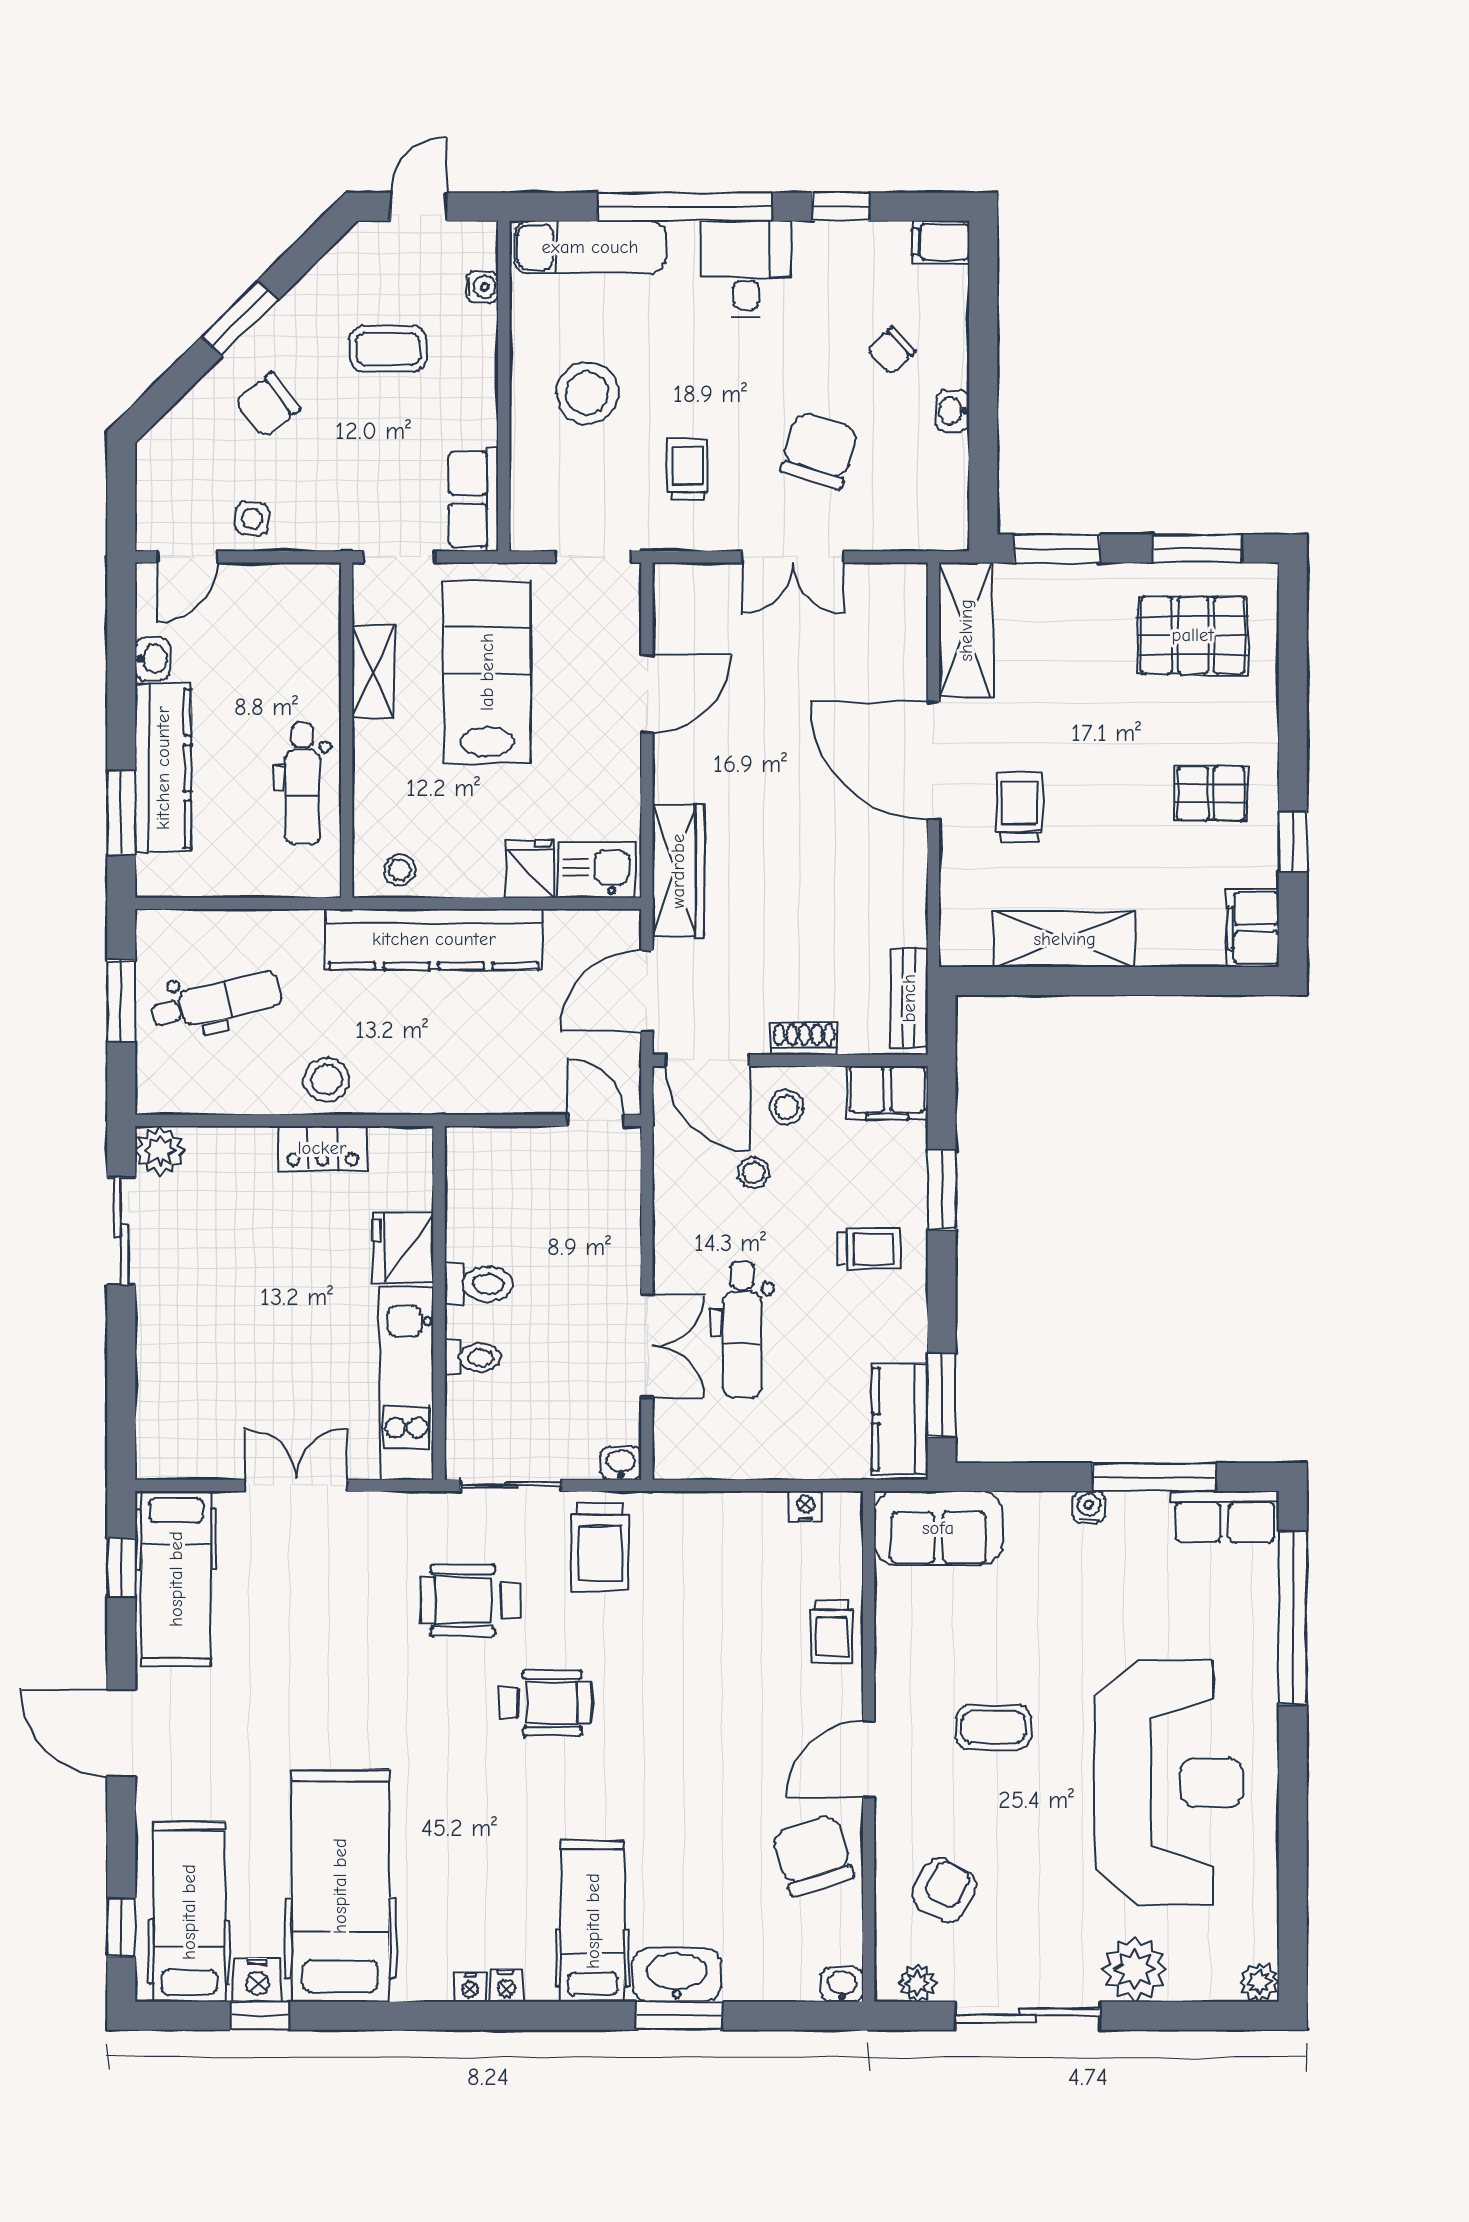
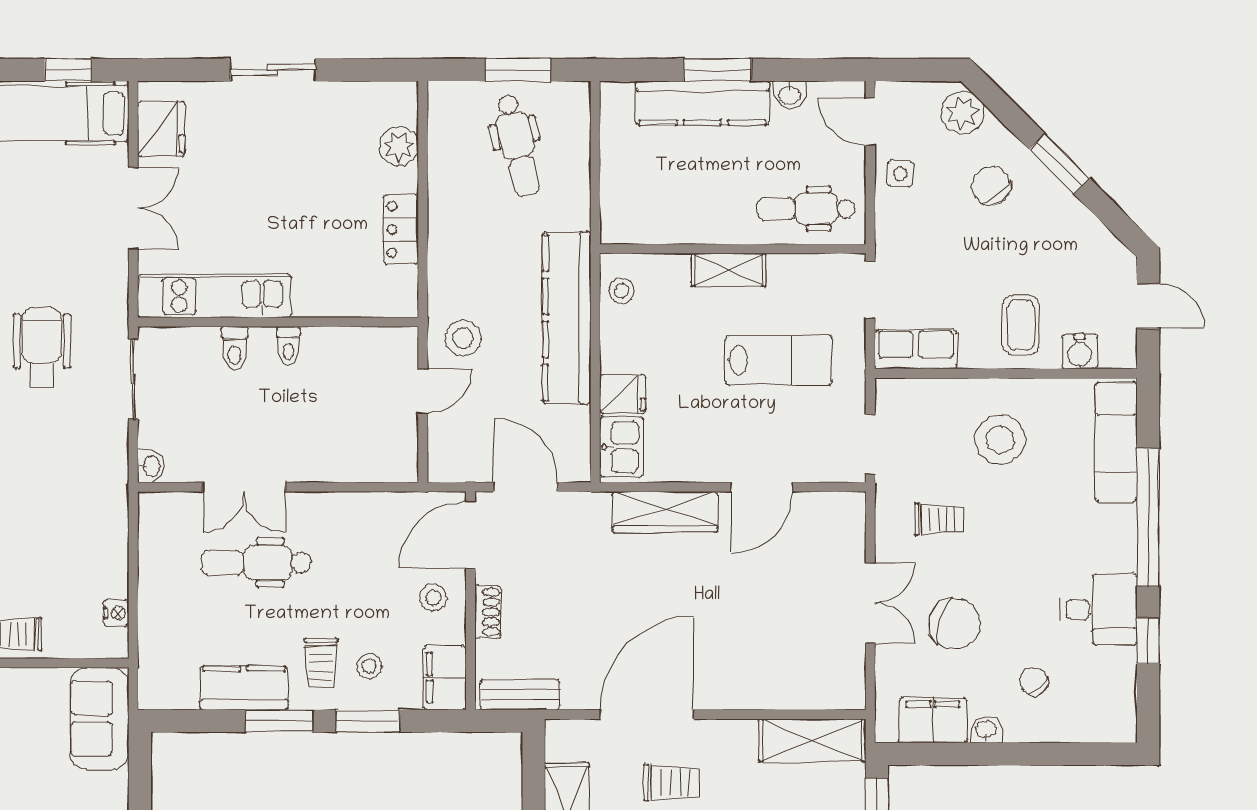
filing cabinet: (941, 242) -> (933, 720), moved, width x2.00
desk: (746, 269) -> (1099, 609), moved
water cooler: (482, 287) -> (1080, 351), width x1.38, depth x1.38
coffee table: (388, 349) -> (1021, 325), moved
plant: (175, 440) -> (963, 113), added
double door: (793, 557) -> (870, 603), swing flipped
shelving: (373, 671) -> (728, 270), moved
lab bench: (487, 672) -> (779, 360), width x0.73, depth x0.72
door: (647, 694) -> (762, 487), hinge flipped
door: (933, 761) -> (647, 714), moved
dental chair: (302, 784) -> (806, 209), moved
window: (121, 813) -> (717, 70), moved
wardrobe: (678, 871) -> (665, 512), moved
stool: (327, 1080) -> (463, 338), moved
door: (596, 1120) -> (423, 391), moved
plant: (160, 1151) -> (399, 147), moved
stool: (754, 1173) -> (369, 666), moved
sliding door: (121, 1231) -> (273, 70), moved
fridge: (404, 1248) -> (161, 129), moved, turned 90
toilet: (479, 1284) -> (289, 346), width x0.73, depth x0.72
window: (942, 1395) -> (279, 721), moved
kitchen counter: (900, 1419) -> (244, 688), moved
trolley: (600, 1547) -> (85, 450), removed

